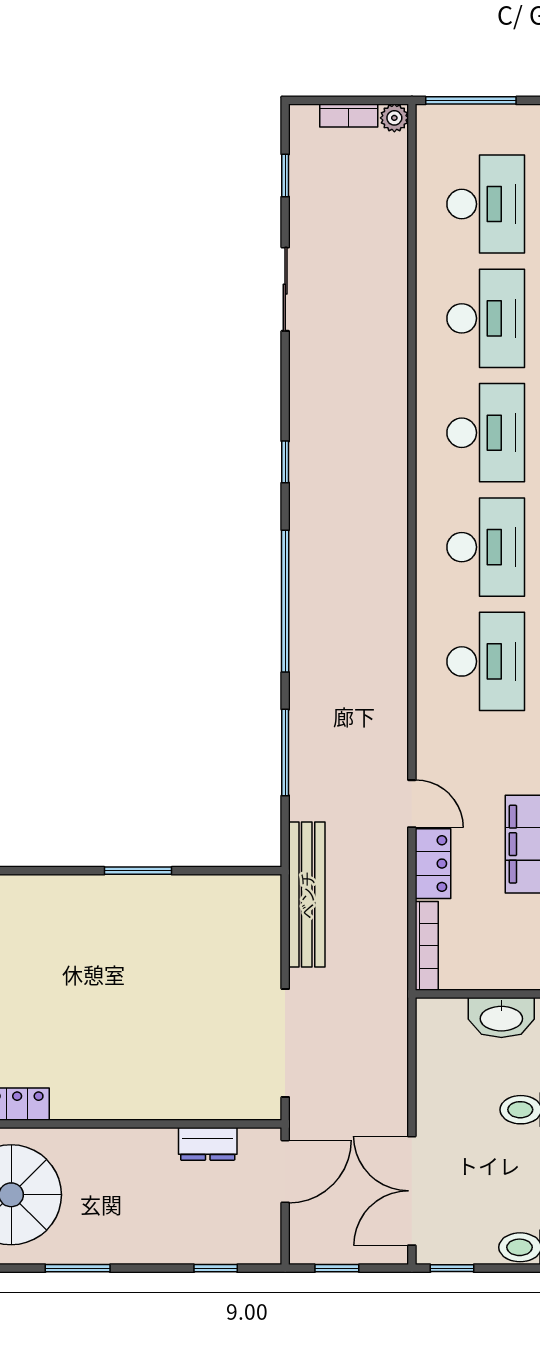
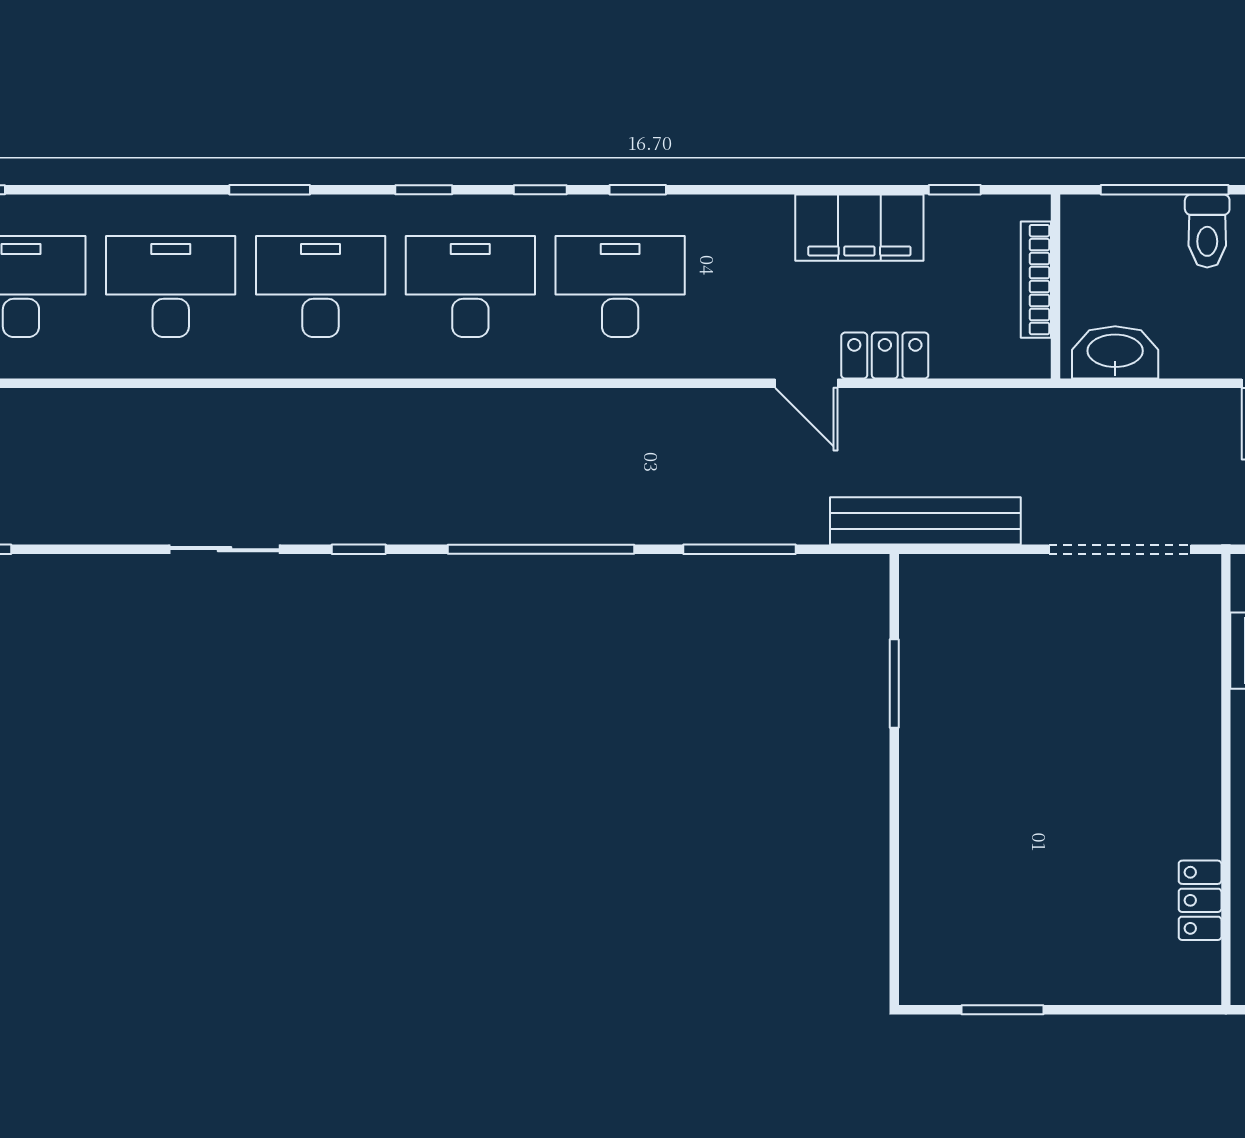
sliding door: (285, 289) -> (225, 549), moved
door: (412, 804) -> (806, 383), swing flipped
window: (138, 871) -> (894, 684), moved
bookcase: (427, 946) -> (1036, 280), moved, turned -90
washbasin: (501, 1017) -> (1115, 352), moved, turned -90

